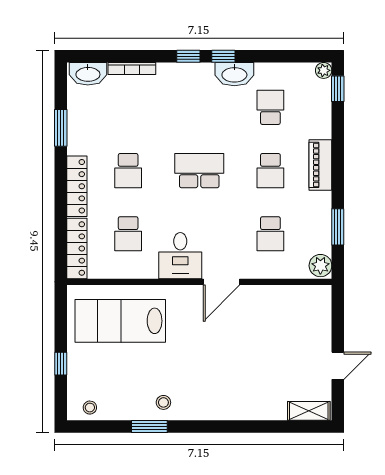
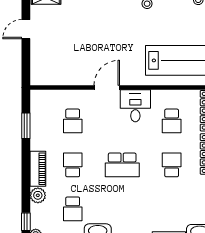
school desk: (128, 234) -> (172, 121), turned 180
school desk: (270, 234) -> (73, 121), turned 180
plant: (320, 266) -> (38, 195), moved

